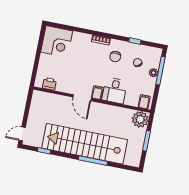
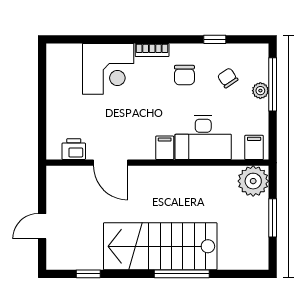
corner desk: (57, 41) -> (108, 69), moved
desk: (115, 91) -> (203, 138), width x1.37
door: (82, 98) -> (110, 163), moved
door: (22, 134) -> (42, 226), moved
stairs: (85, 144) -> (160, 246), width x0.73

